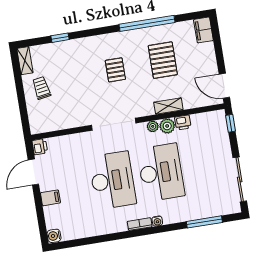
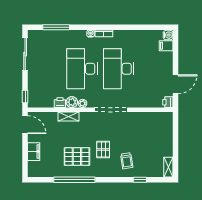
filing cabinet: (203, 30) -> (34, 152), moved
pallet: (163, 60) -> (77, 157), moved, turned 90
trolley: (41, 88) -> (127, 161), moved
filing cabinet: (50, 198) -> (166, 46), moved

